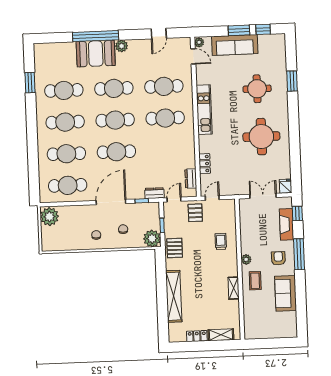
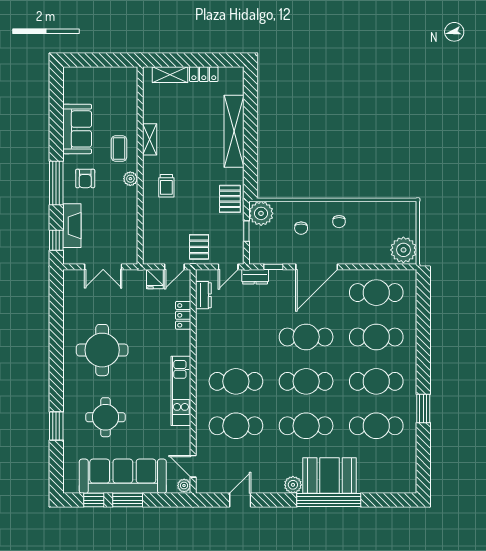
sofa: (235, 45) -> (123, 476), width x1.36, depth x1.27
window: (30, 83) -> (423, 408), moved
fridge: (286, 186) -> (155, 279), moved
trolley: (221, 241) -> (166, 186), moved

